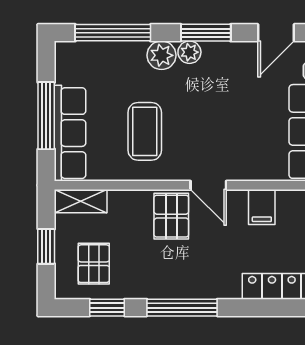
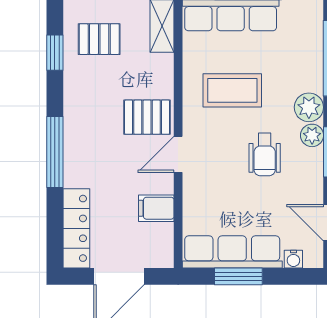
wheelchair: (208, 99) -> (265, 154), added
window: (182, 308) -> (55, 152), moved

